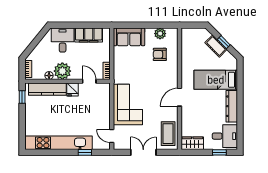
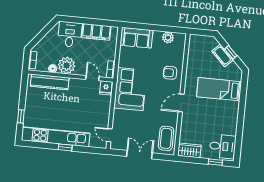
armchair: (160, 54) -> (170, 73), moved
fridge: (73, 89) -> (106, 88), moved
window: (22, 97) -> (21, 116), moved
corner sofa: (128, 105) -> (130, 89), moved
dresser: (232, 106) -> (232, 117), removed
window: (85, 152) -> (65, 147), moved

